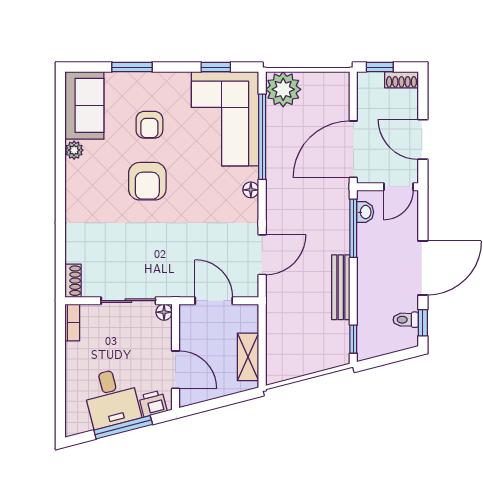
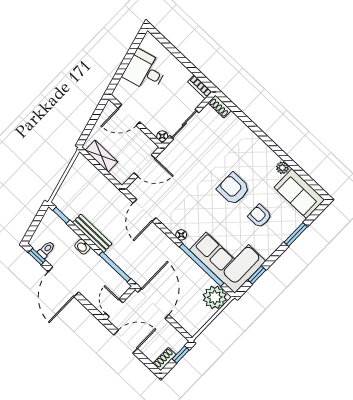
washbasin: (365, 212) -> (82, 247), moved
printer: (153, 404) -> (123, 88), removed
window: (123, 427) -> (125, 63), removed

